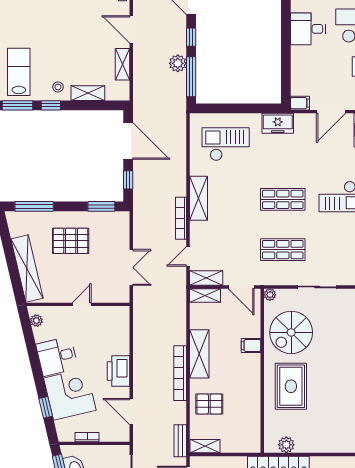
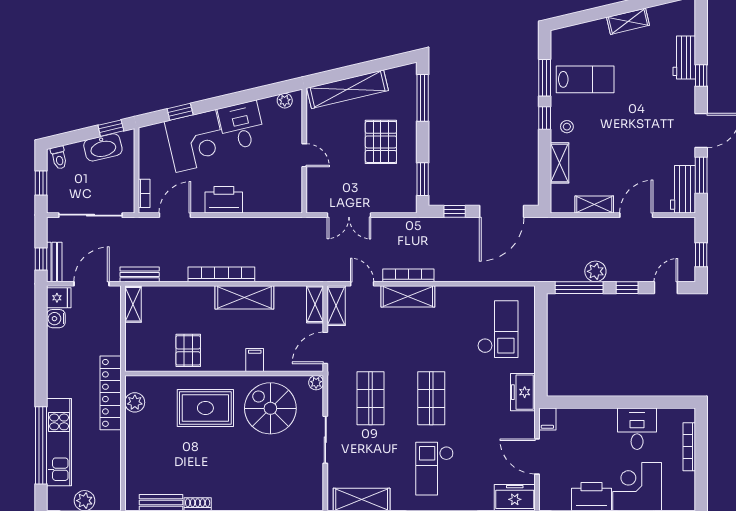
shelving: (199, 198) -> (408, 296), moved
pallet: (209, 404) -> (188, 350), moved
bookcase: (87, 437) -> (144, 193), moved

